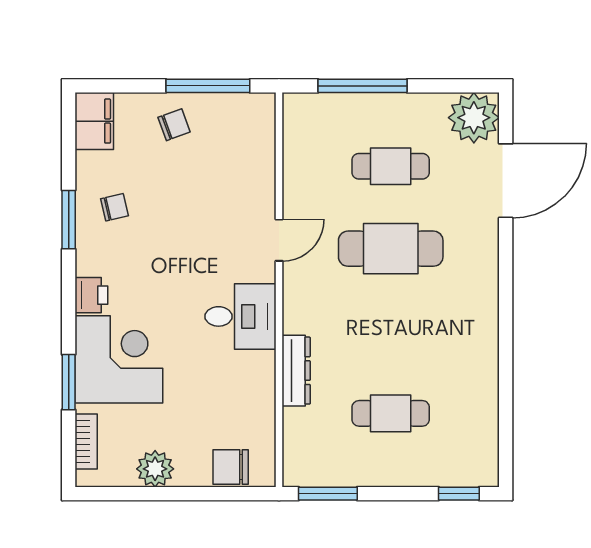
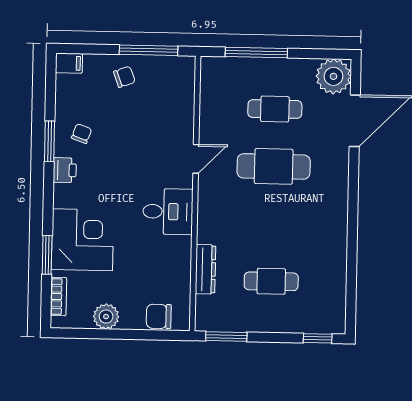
filing cabinet: (94, 121) -> (69, 63), width x0.50
chair: (114, 207) -> (82, 134), turned -57
printer: (91, 295) -> (65, 170), moved
dresser: (296, 371) -> (206, 269), moved

